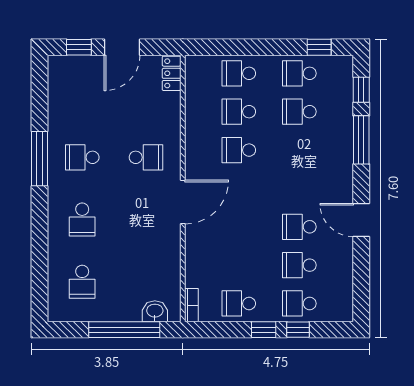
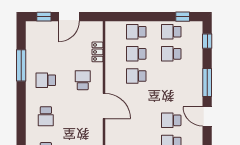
locker: (172, 73) -> (97, 52), moved
window: (361, 140) -> (207, 82), moved
school desk: (146, 157) -> (83, 80), turned -90
window: (40, 159) -> (21, 65), moved
door: (183, 202) -> (104, 106), hinge flipped

